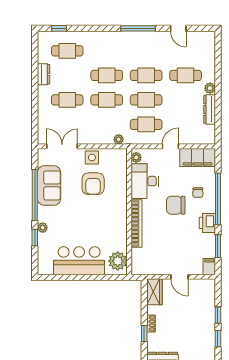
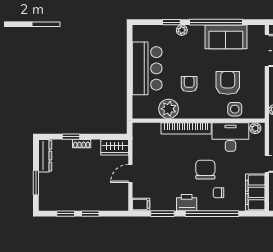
side table: (92, 157) -> (235, 109), moved
armchair: (93, 184) -> (228, 83), turned 90
armchair: (94, 221) -> (189, 84), added
plant: (118, 261) -> (169, 109), moved

